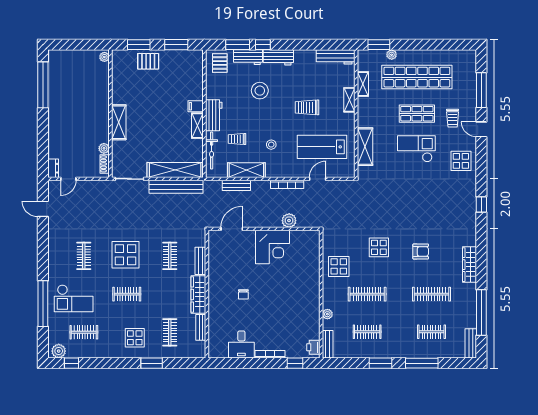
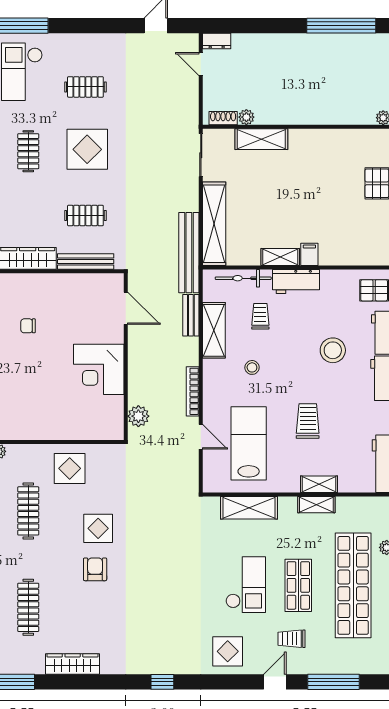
shelving: (363, 84) -> (316, 505), moved
shelving: (119, 122) -> (261, 139), moved
bench: (176, 187) -> (189, 253), moved
plant: (289, 221) -> (138, 416), moved
armchair: (421, 251) -> (95, 569), moved, turned 180
bench: (200, 261) -> (86, 262), width x1.36

